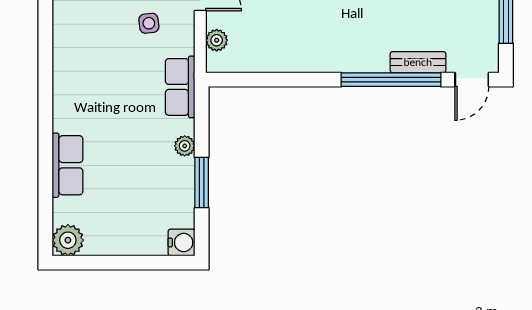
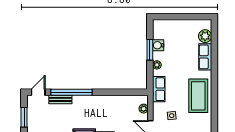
coffee table: (85, 71) -> (198, 96), added
plant: (68, 240) -> (205, 36), moved
water cooler: (181, 243) -> (158, 45), moved

